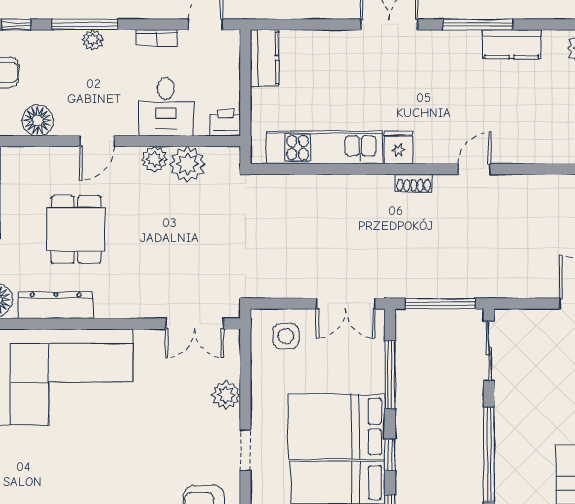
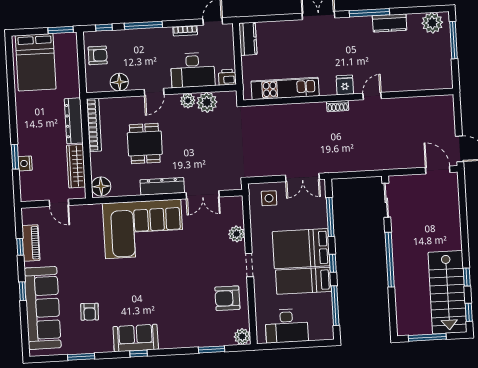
plant: (93, 40) -> (148, 34), removed
desk: (166, 107) -> (193, 70), width x1.37
fridge: (398, 147) -> (345, 85), moved
window: (440, 303) -> (357, 174), removed
dresser: (56, 305) -> (162, 186), moved
double door: (194, 324) -> (203, 195), moved

